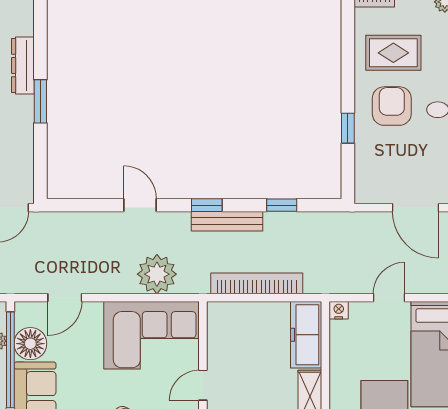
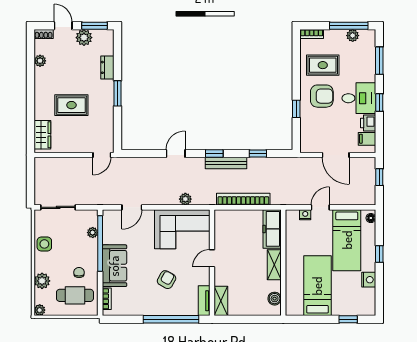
dresser: (23, 65) -> (107, 67), width x0.70
armchair: (392, 106) -> (322, 96), turned 90
door: (140, 205) -> (176, 154), hinge flipped
plant: (157, 274) -> (185, 199), width x0.53, depth x0.53
nightstand: (339, 310) -> (305, 215), moved
floor lamp: (30, 344) -> (112, 234), removed

